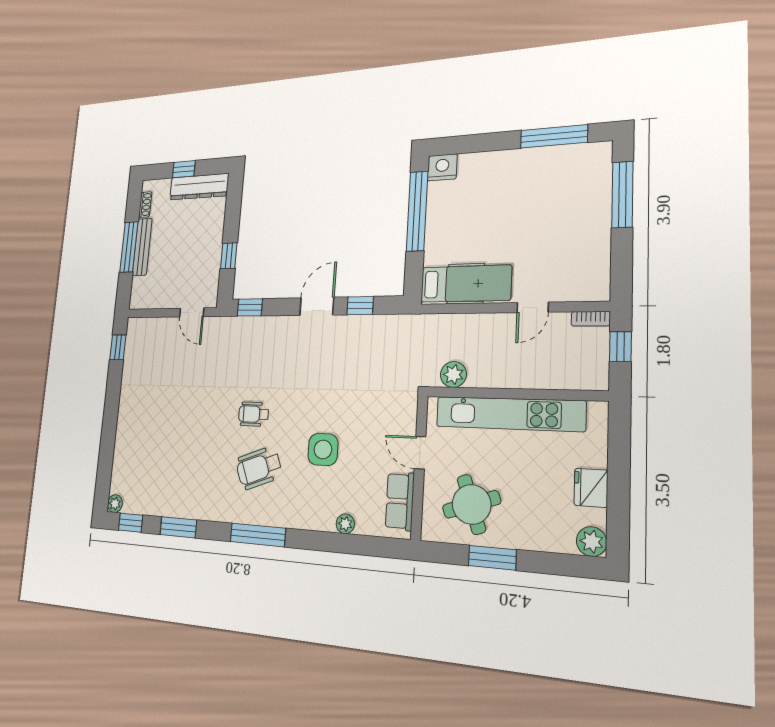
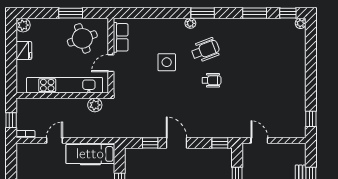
door: (317, 306) -> (177, 143), swing flipped
door: (420, 453) -> (111, 63), swing flipped
plant: (345, 524) -> (190, 23), moved
window: (258, 535) -> (203, 13), width x0.69

